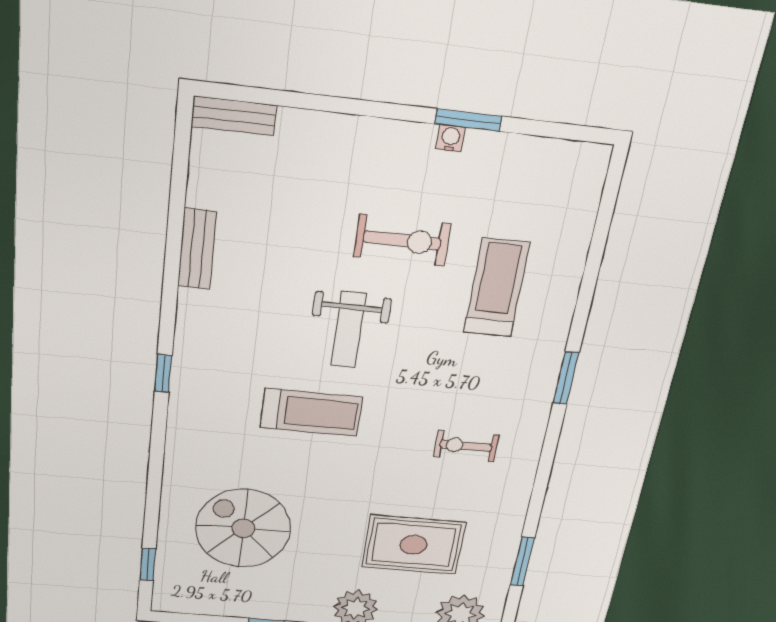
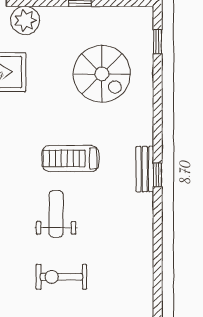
exercise bike: (402, 240) -> (61, 277), moved
bench: (197, 249) -> (145, 169), moved

